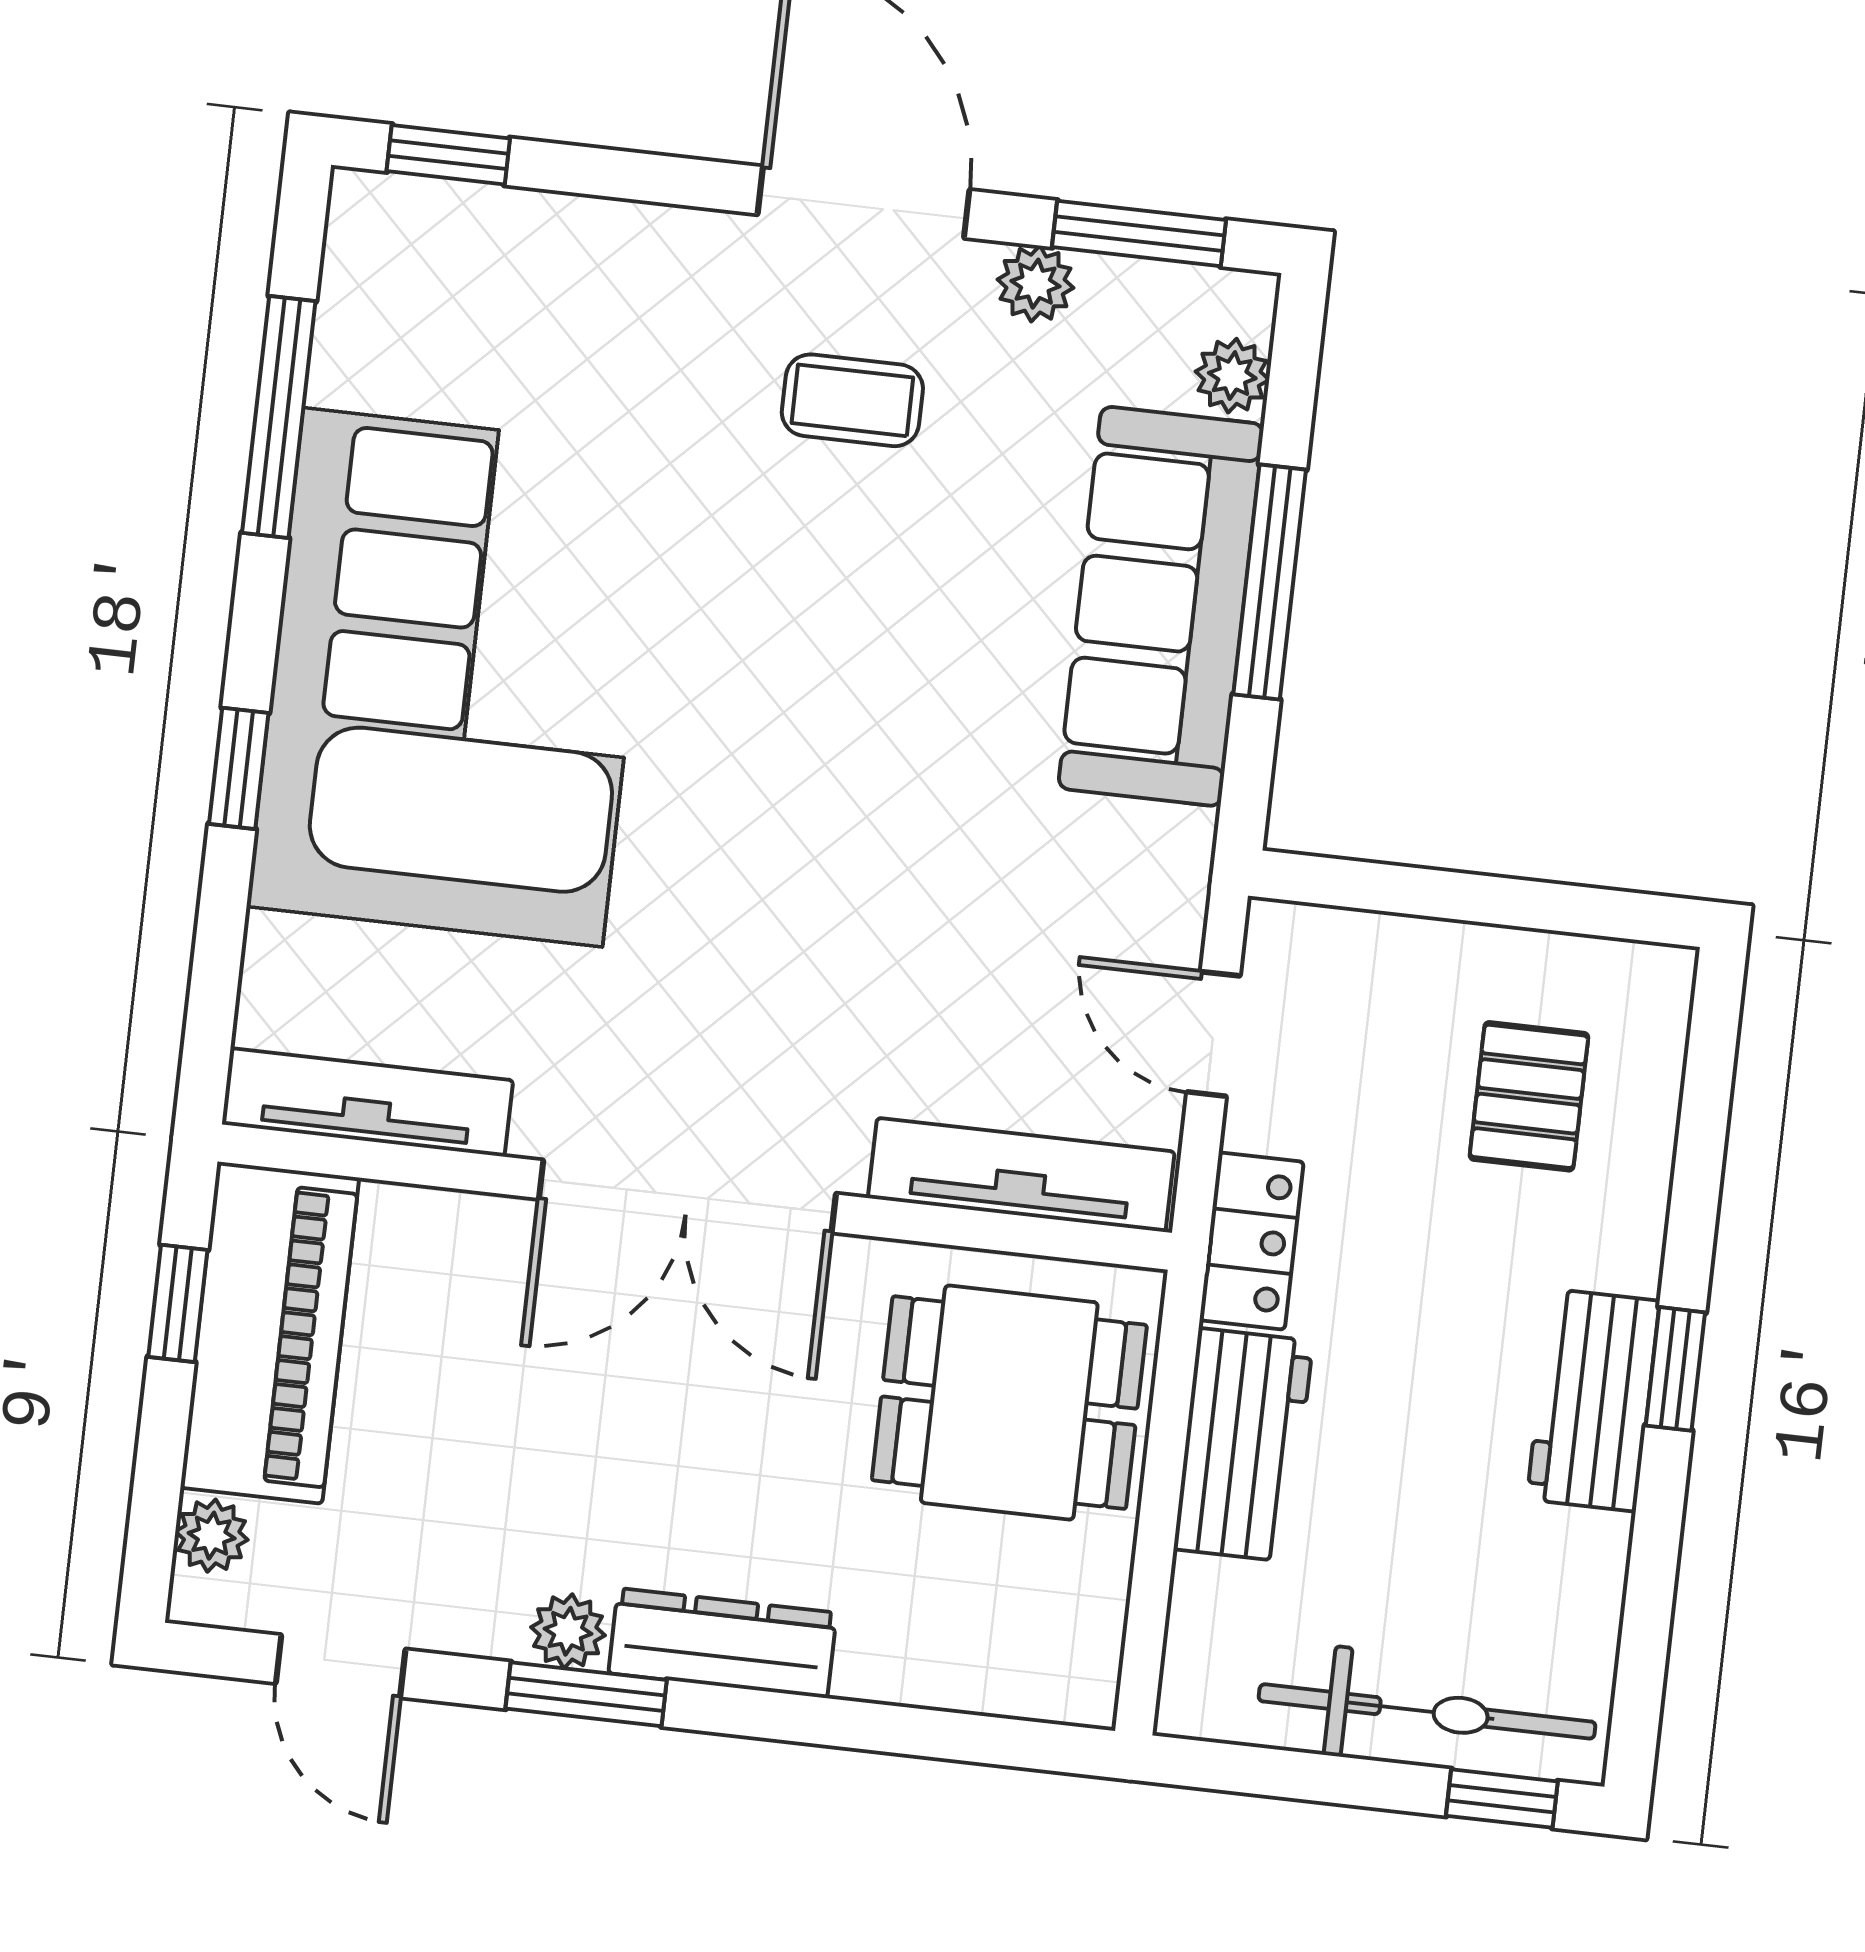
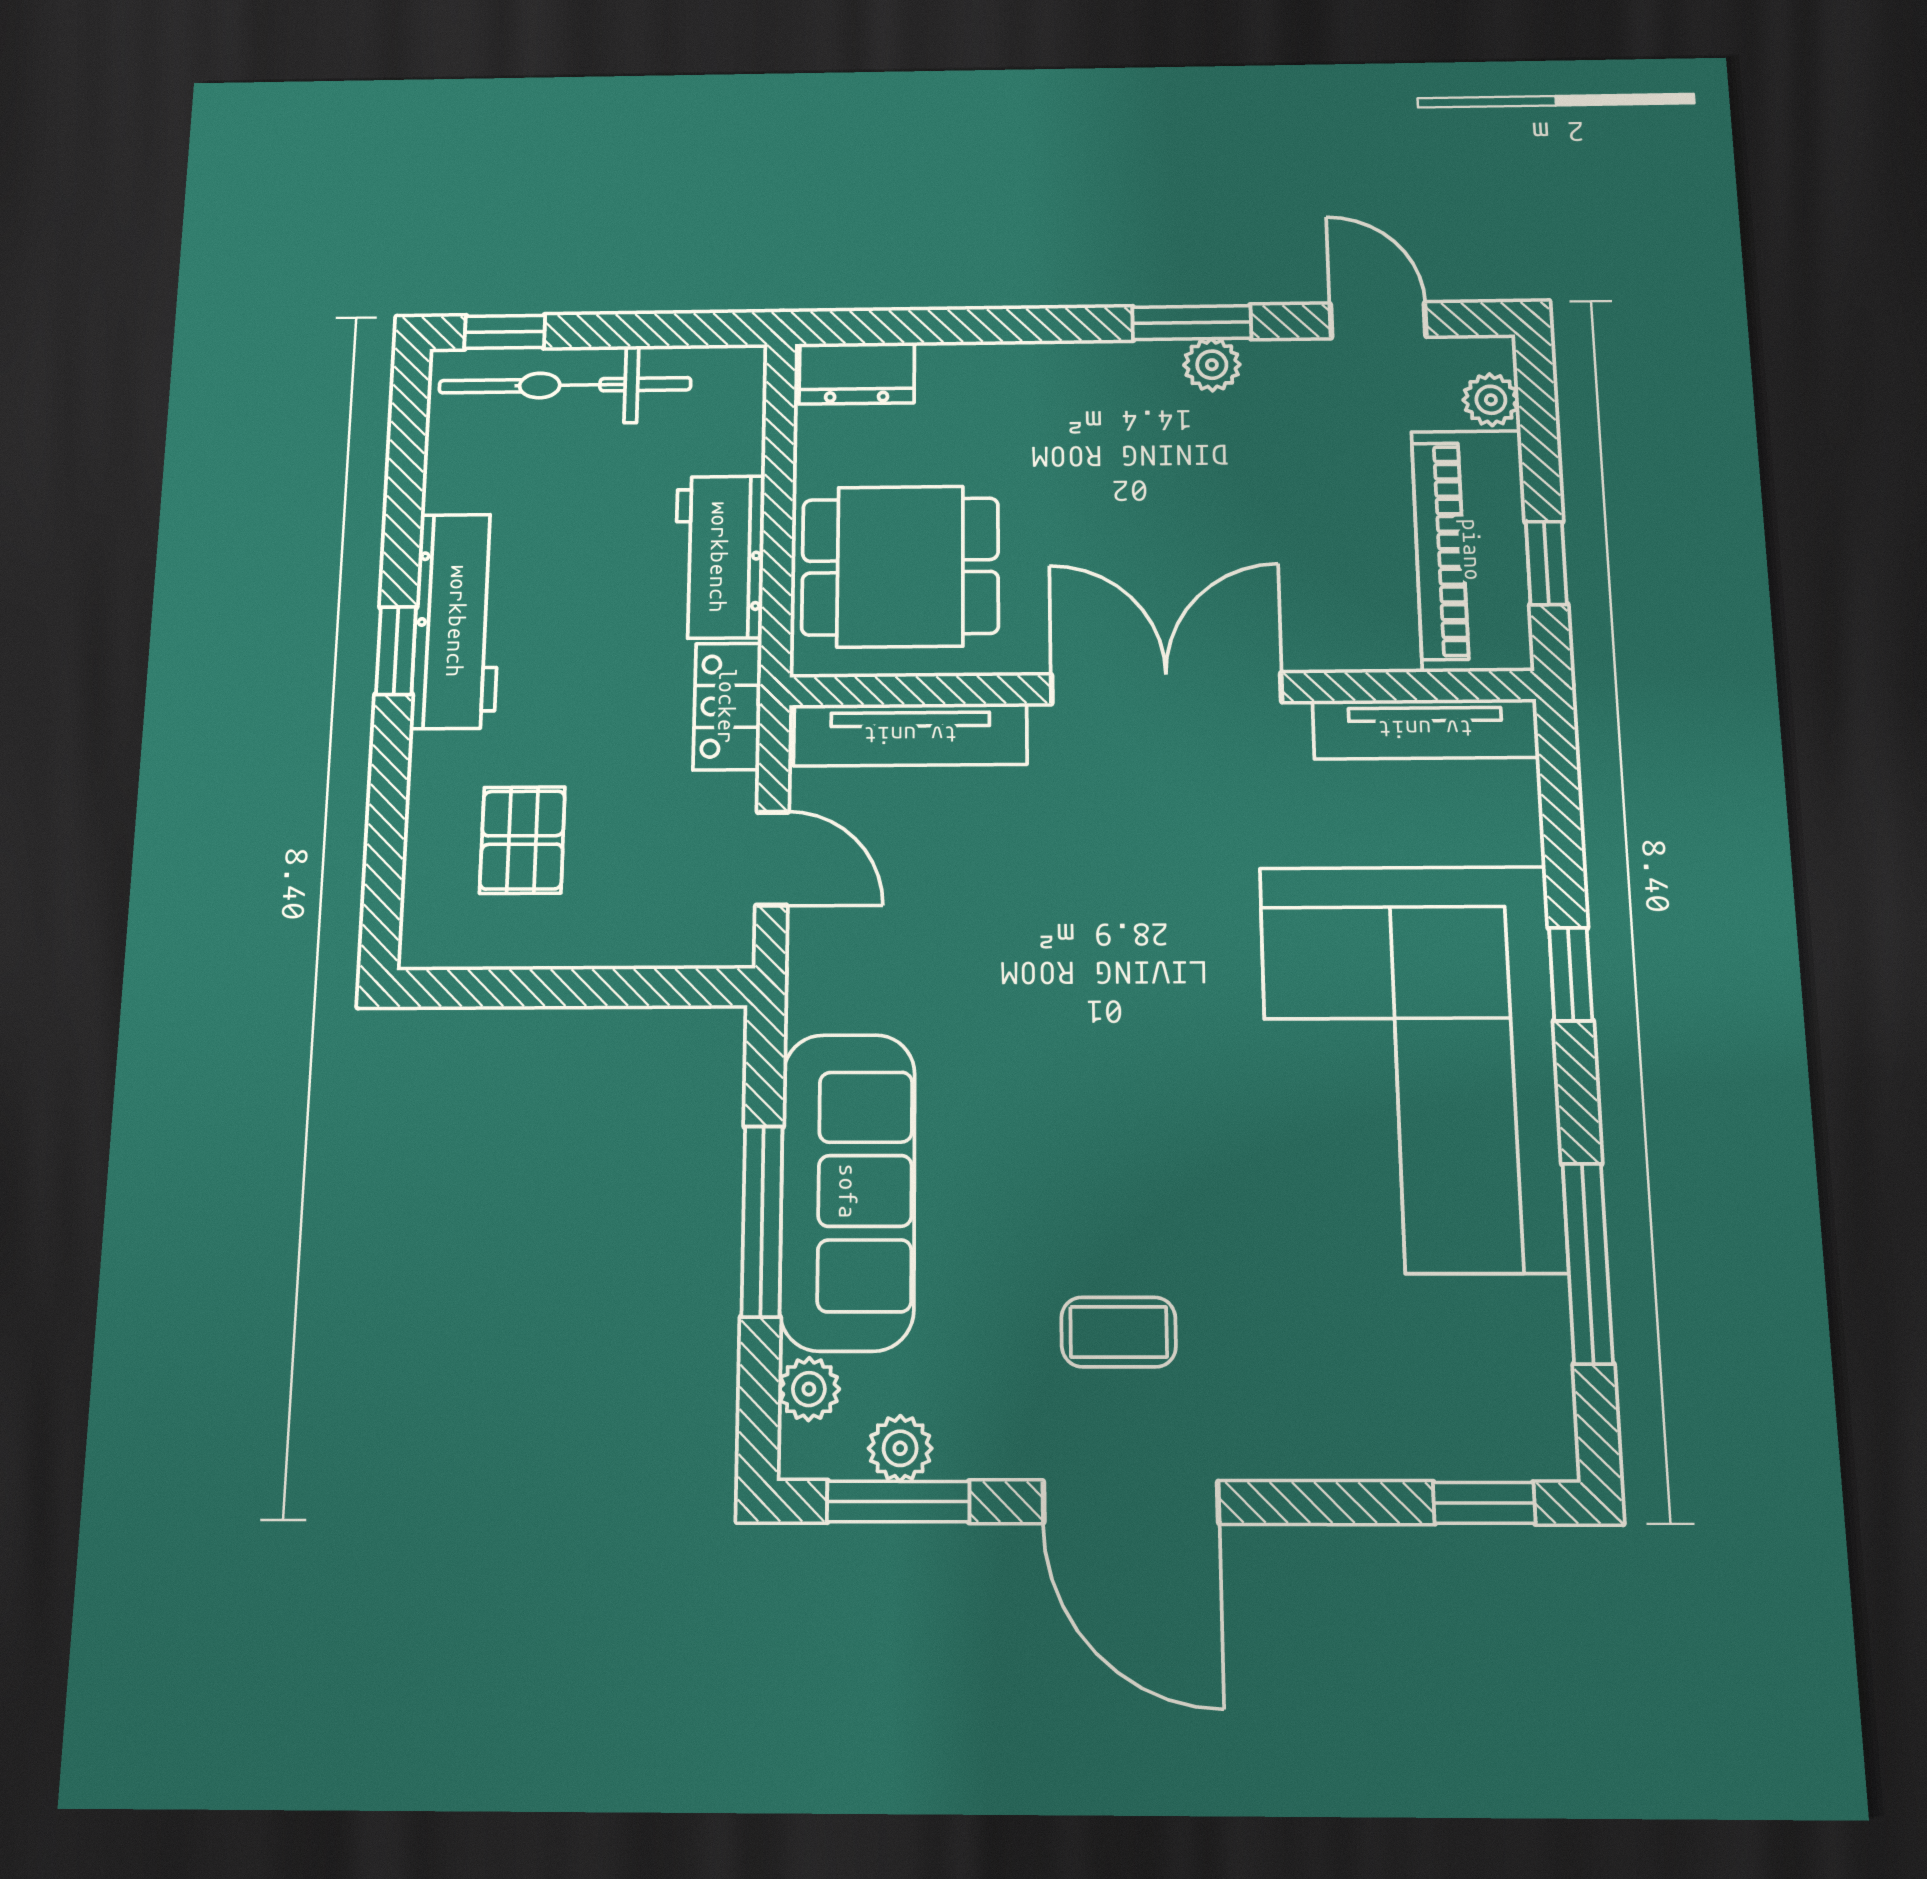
plant: (1036, 284) -> (900, 1448), moved
workbench: (1593, 1400) -> (457, 621), width x1.37
dresser: (723, 1643) -> (857, 373), moved, width x0.70

